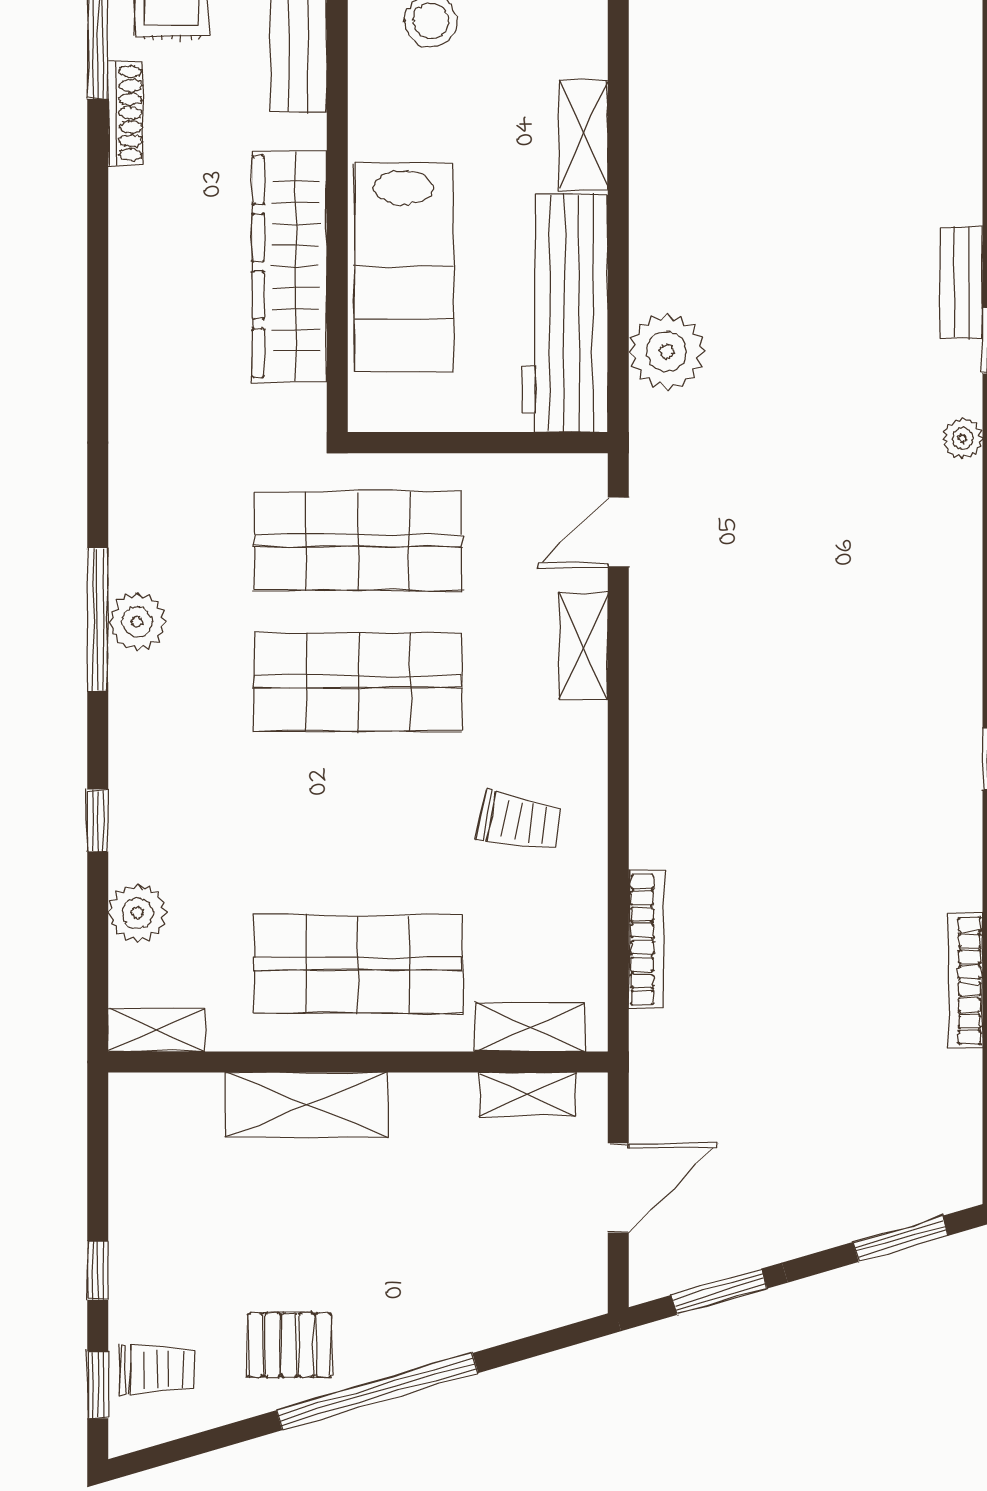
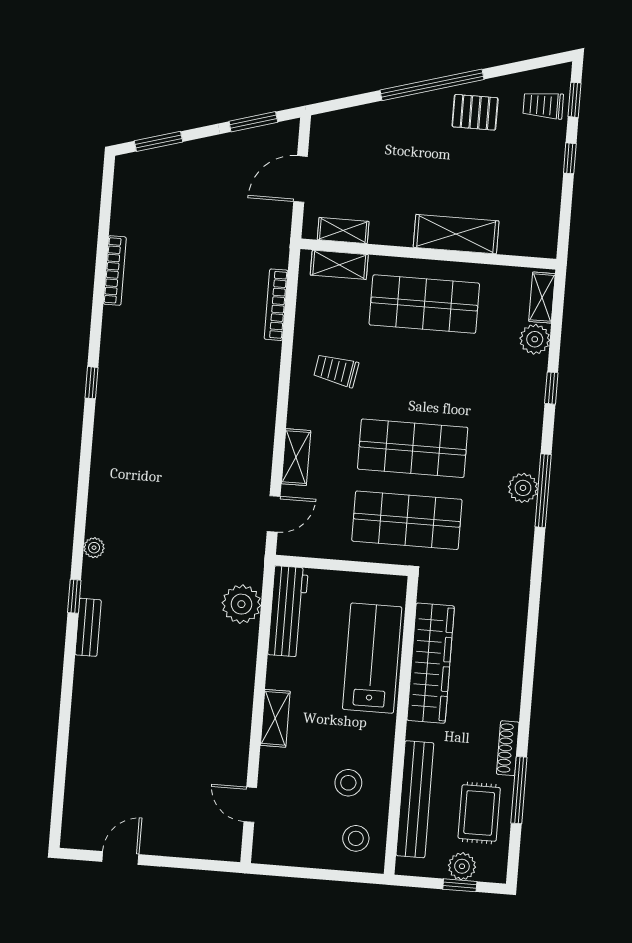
workbench: (564, 313) -> (288, 611), width x0.73, depth x0.76
shelving: (157, 1030) -> (542, 298), moved, turned 90

